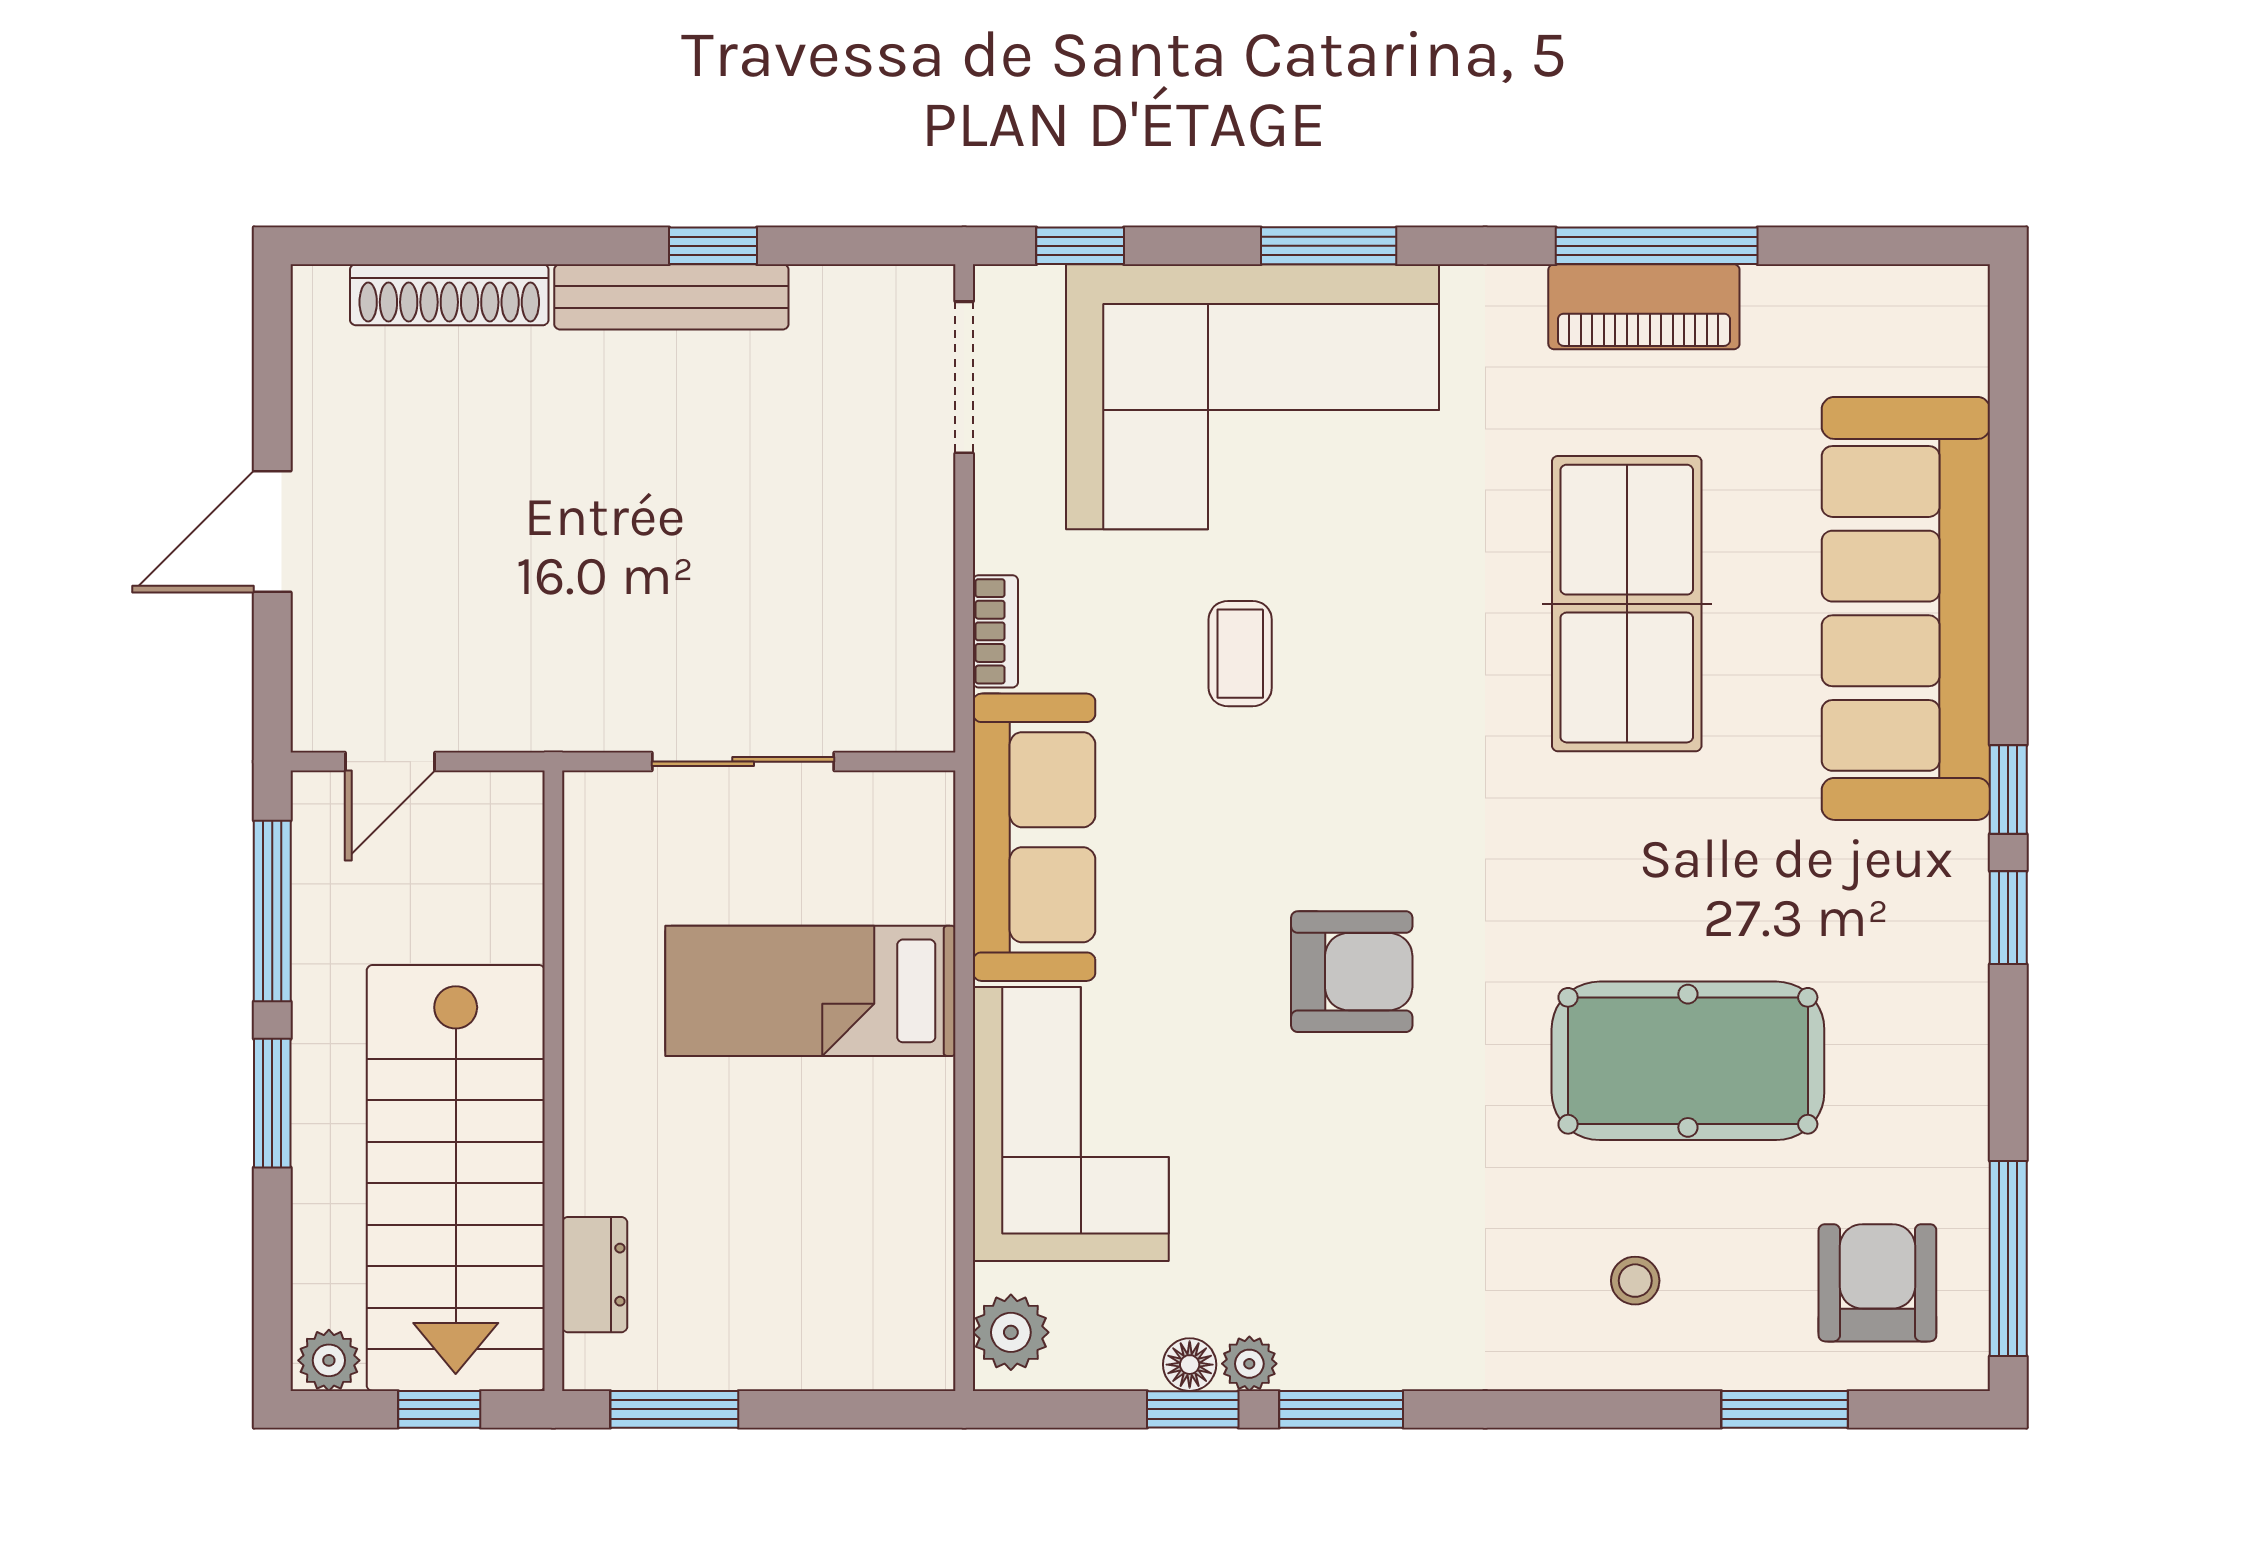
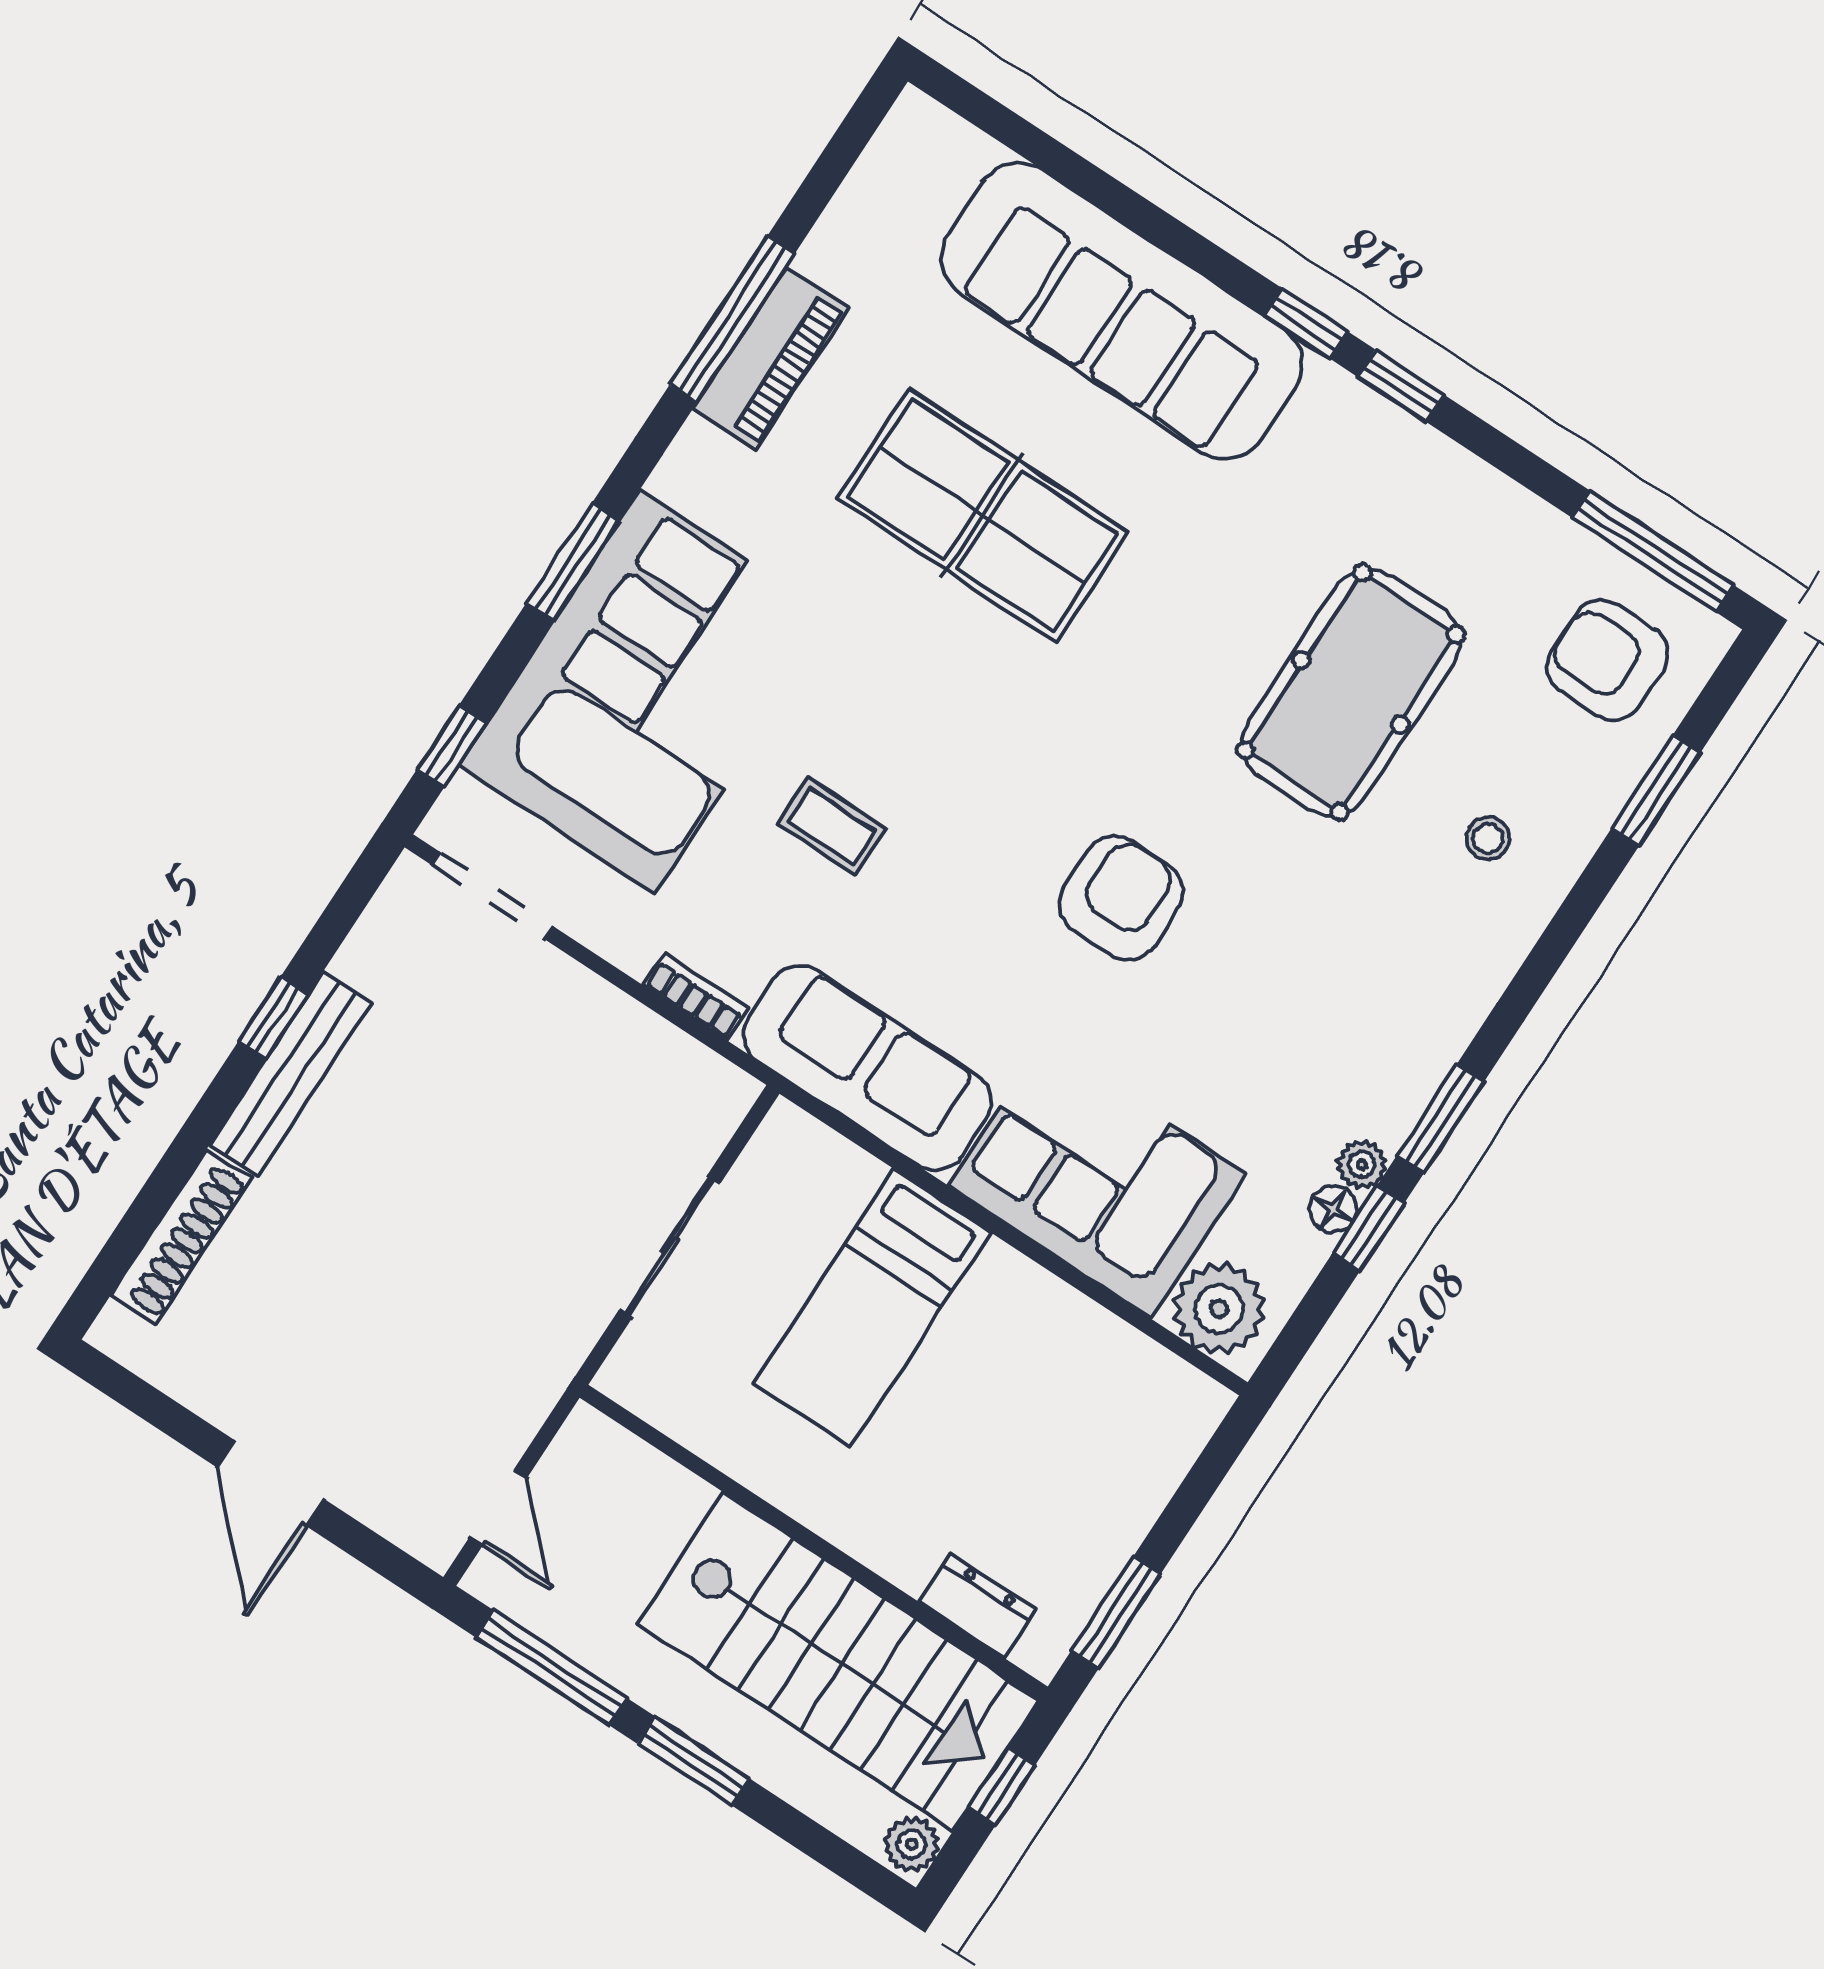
plant: (1011, 1332) -> (1219, 1309), width x1.36, depth x1.36

